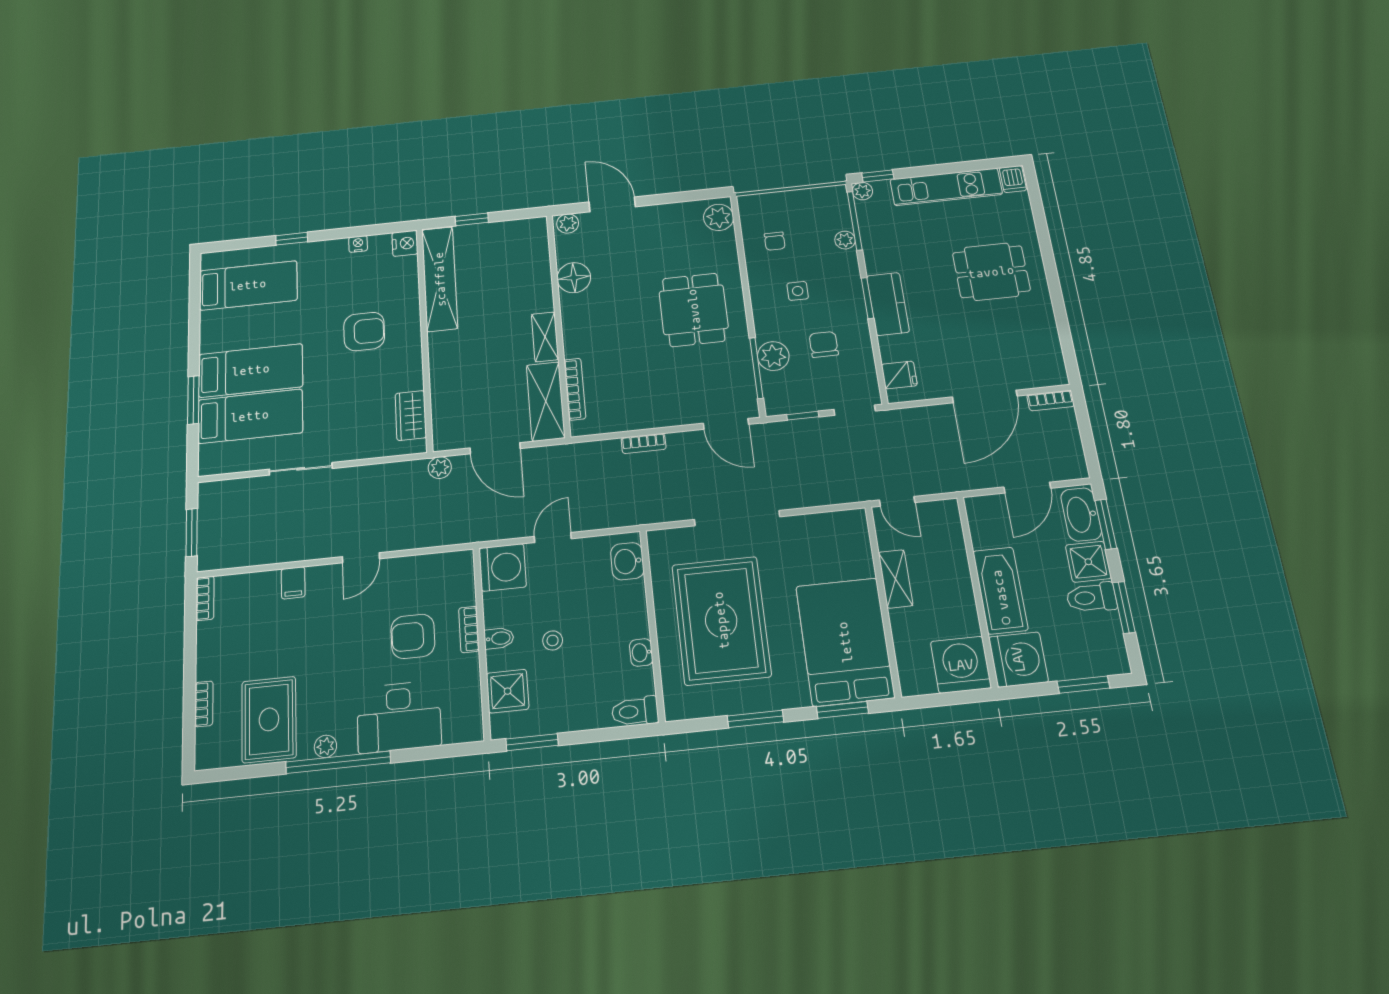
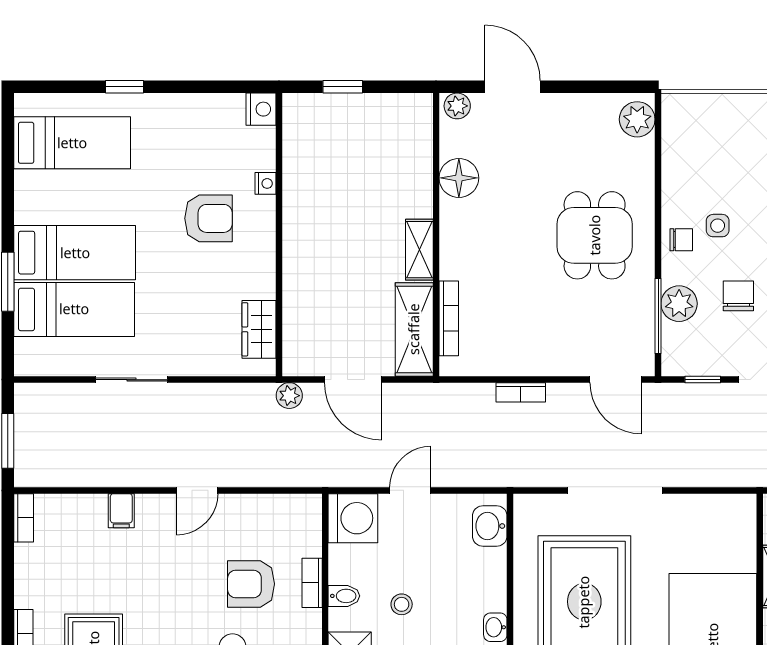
chair: (775, 241) -> (681, 240), moved, turned -90
nightstand: (358, 244) -> (265, 183), moved, turned 90
shelving: (440, 279) -> (300, 161), removed

